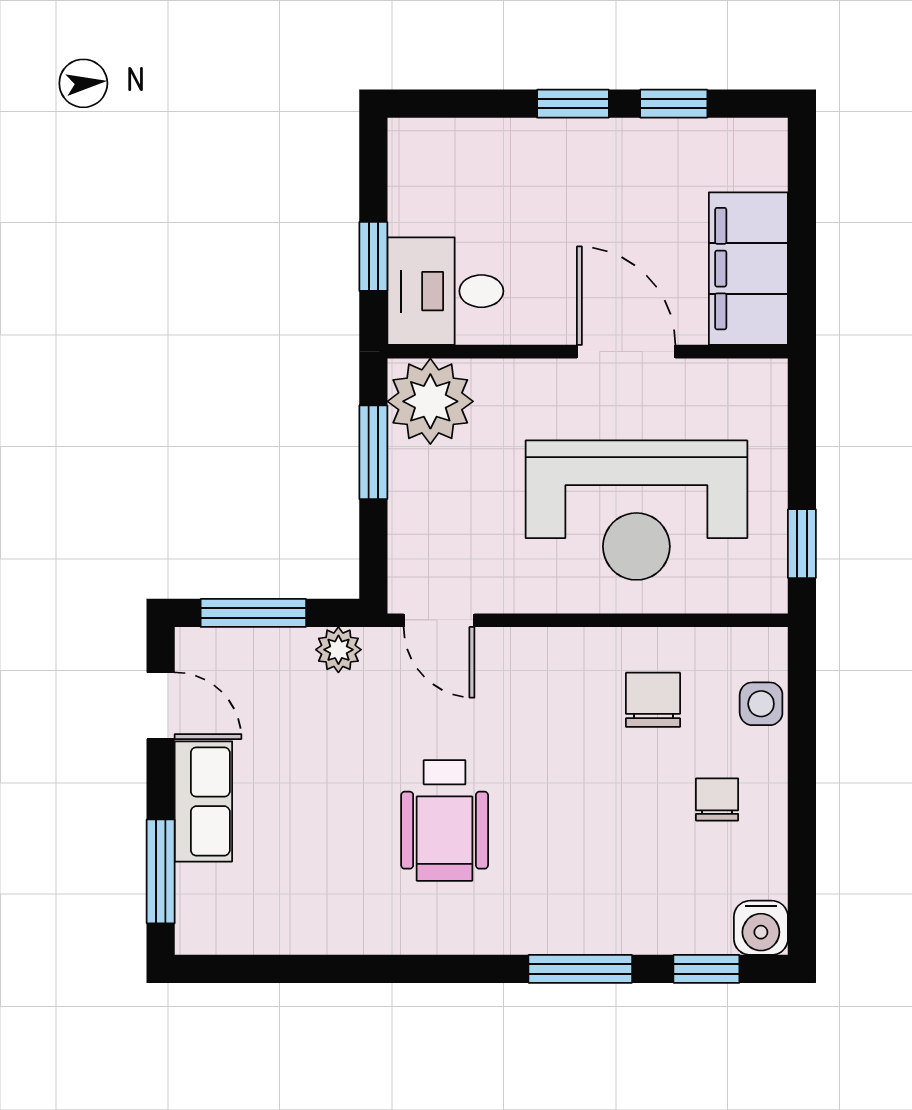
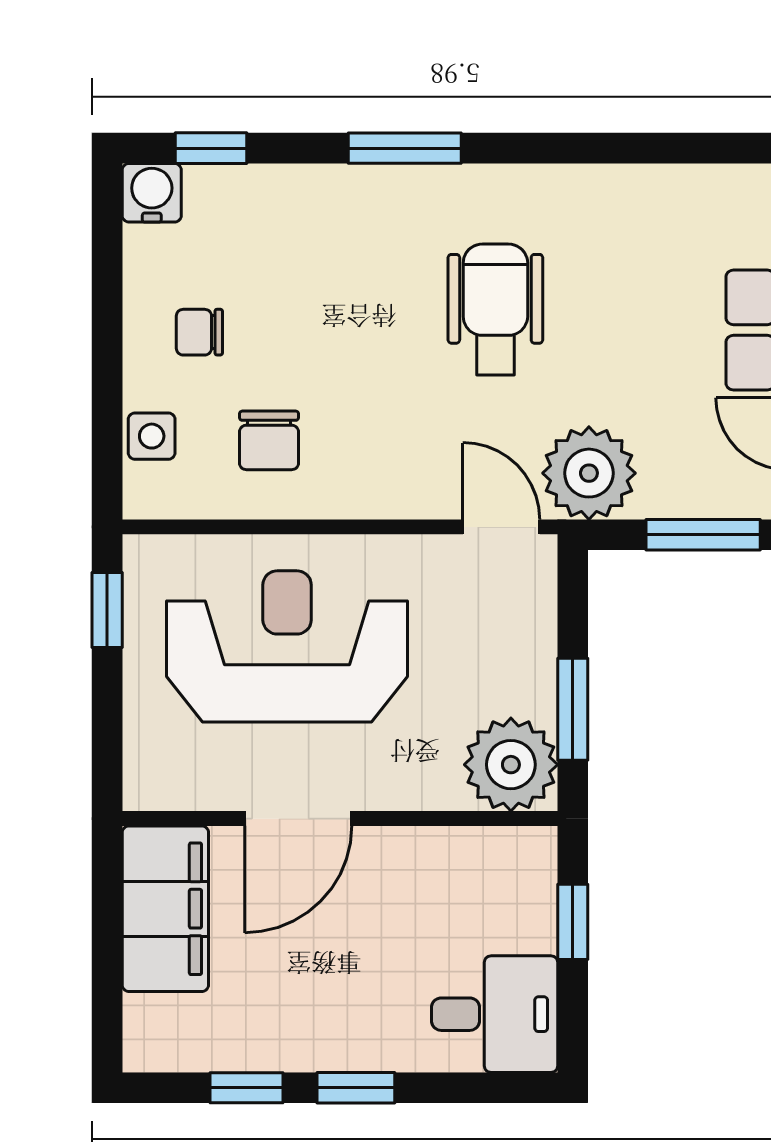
desk: (445, 291) -> (495, 1014), moved
door: (626, 352) -> (298, 819), hinge flipped
plant: (338, 650) -> (589, 473), width x1.88, depth x1.88
chair: (717, 799) -> (199, 332), turned 90
window: (580, 969) -> (405, 148), moved

